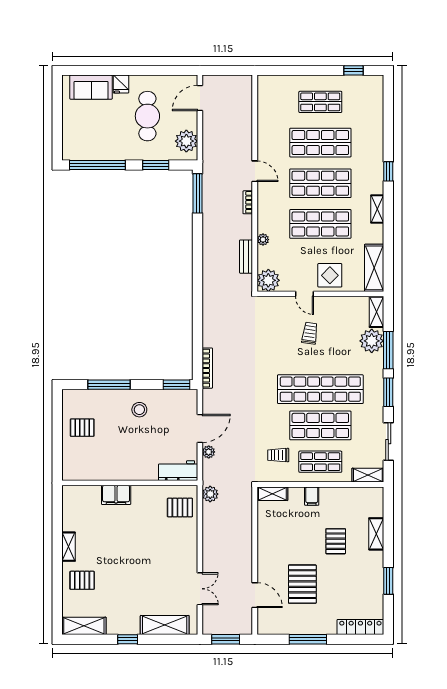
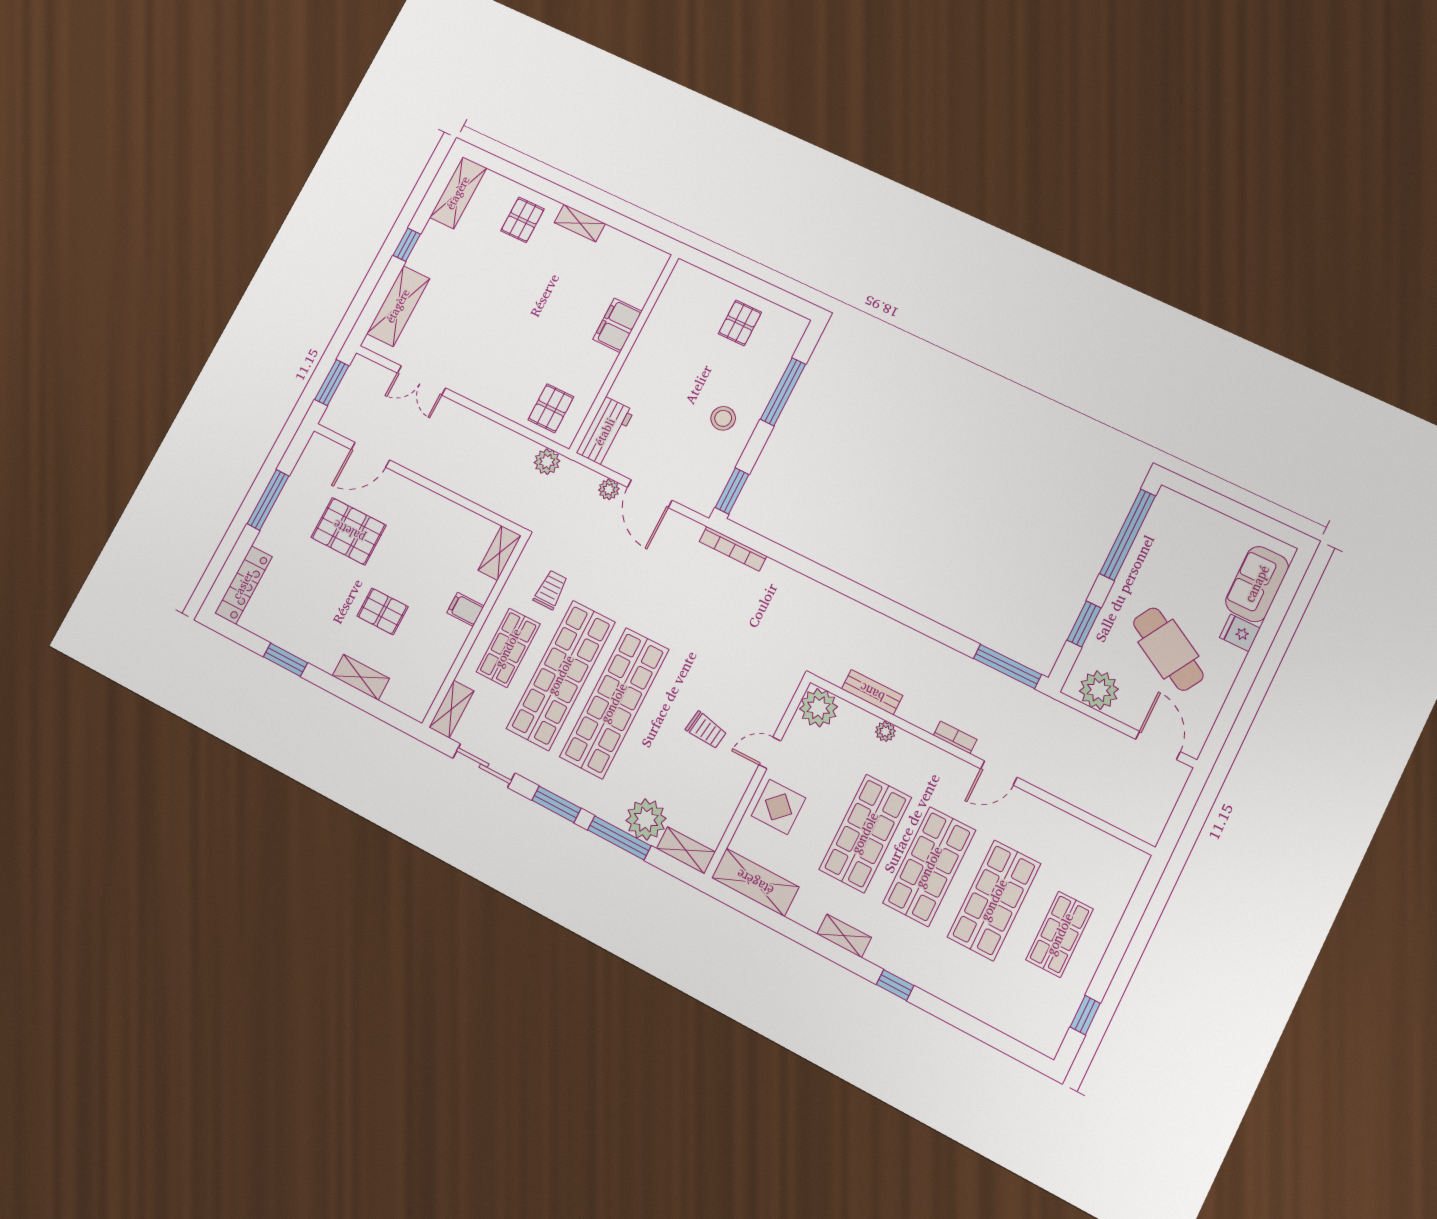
cafe table: (147, 116) -> (1168, 649), turned 30
shop shelf: (320, 425) -> (561, 675), width x1.40

